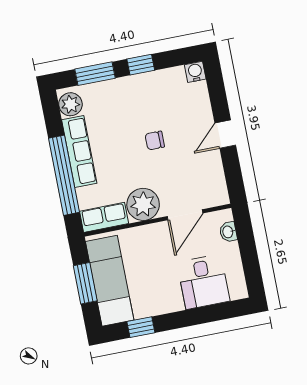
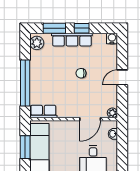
row of seats: (79, 151) -> (72, 40), moved, turned 90
plant: (143, 204) -> (112, 113), moved, width x0.53, depth x0.53

